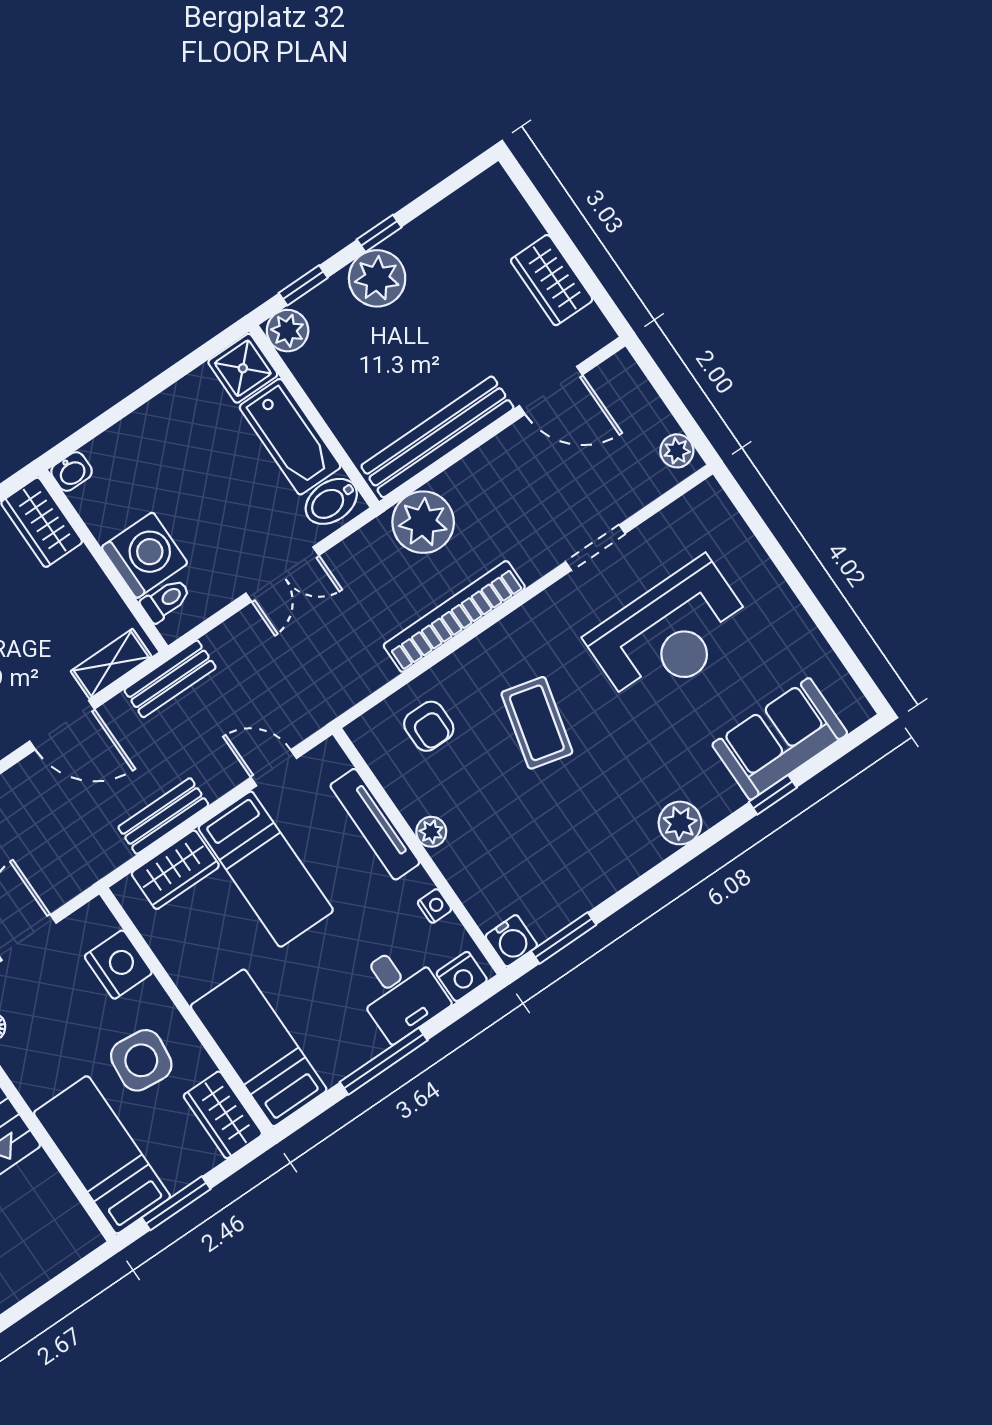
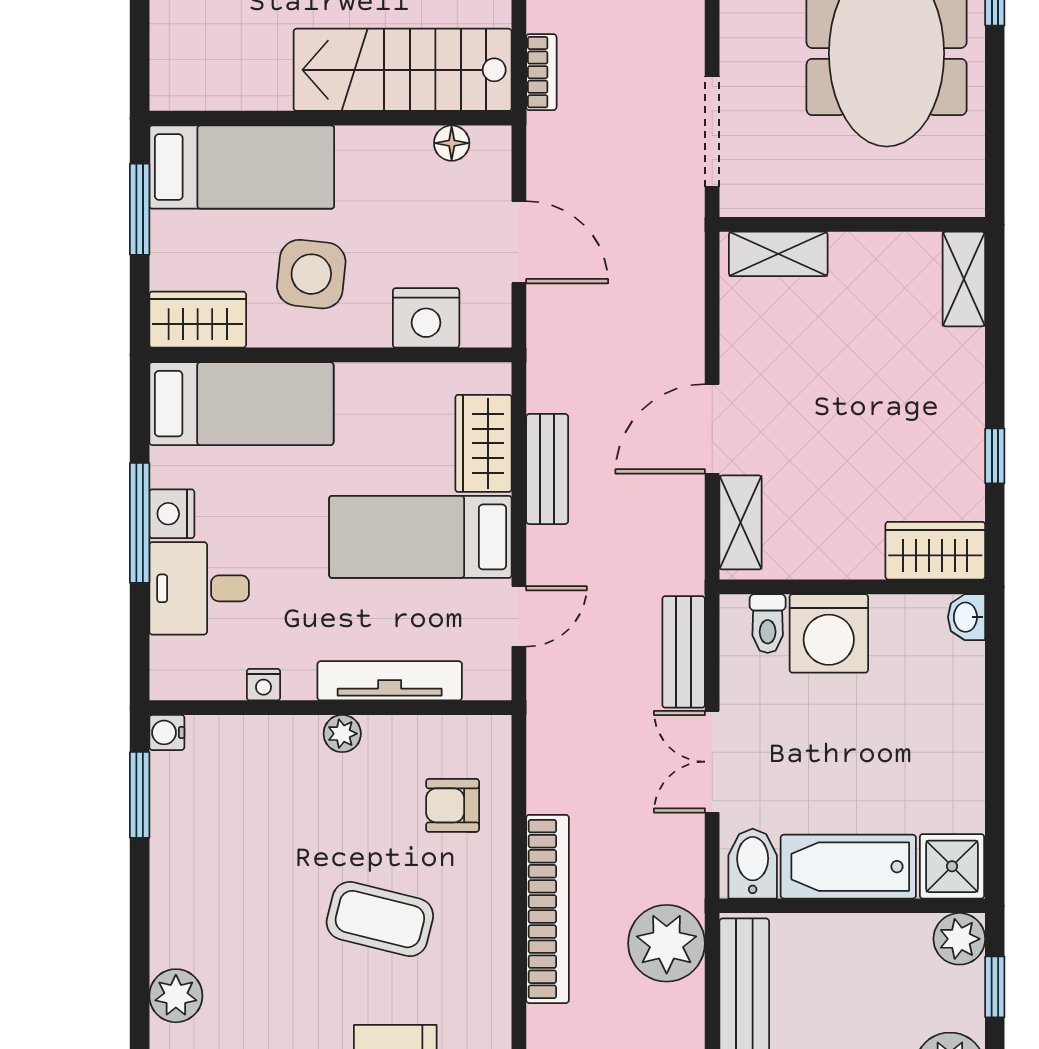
bench: (170, 679) -> (684, 652), moved
water cooler: (511, 941) -> (167, 732), width x0.72, depth x0.72
nightstand: (462, 976) -> (172, 514), moved

